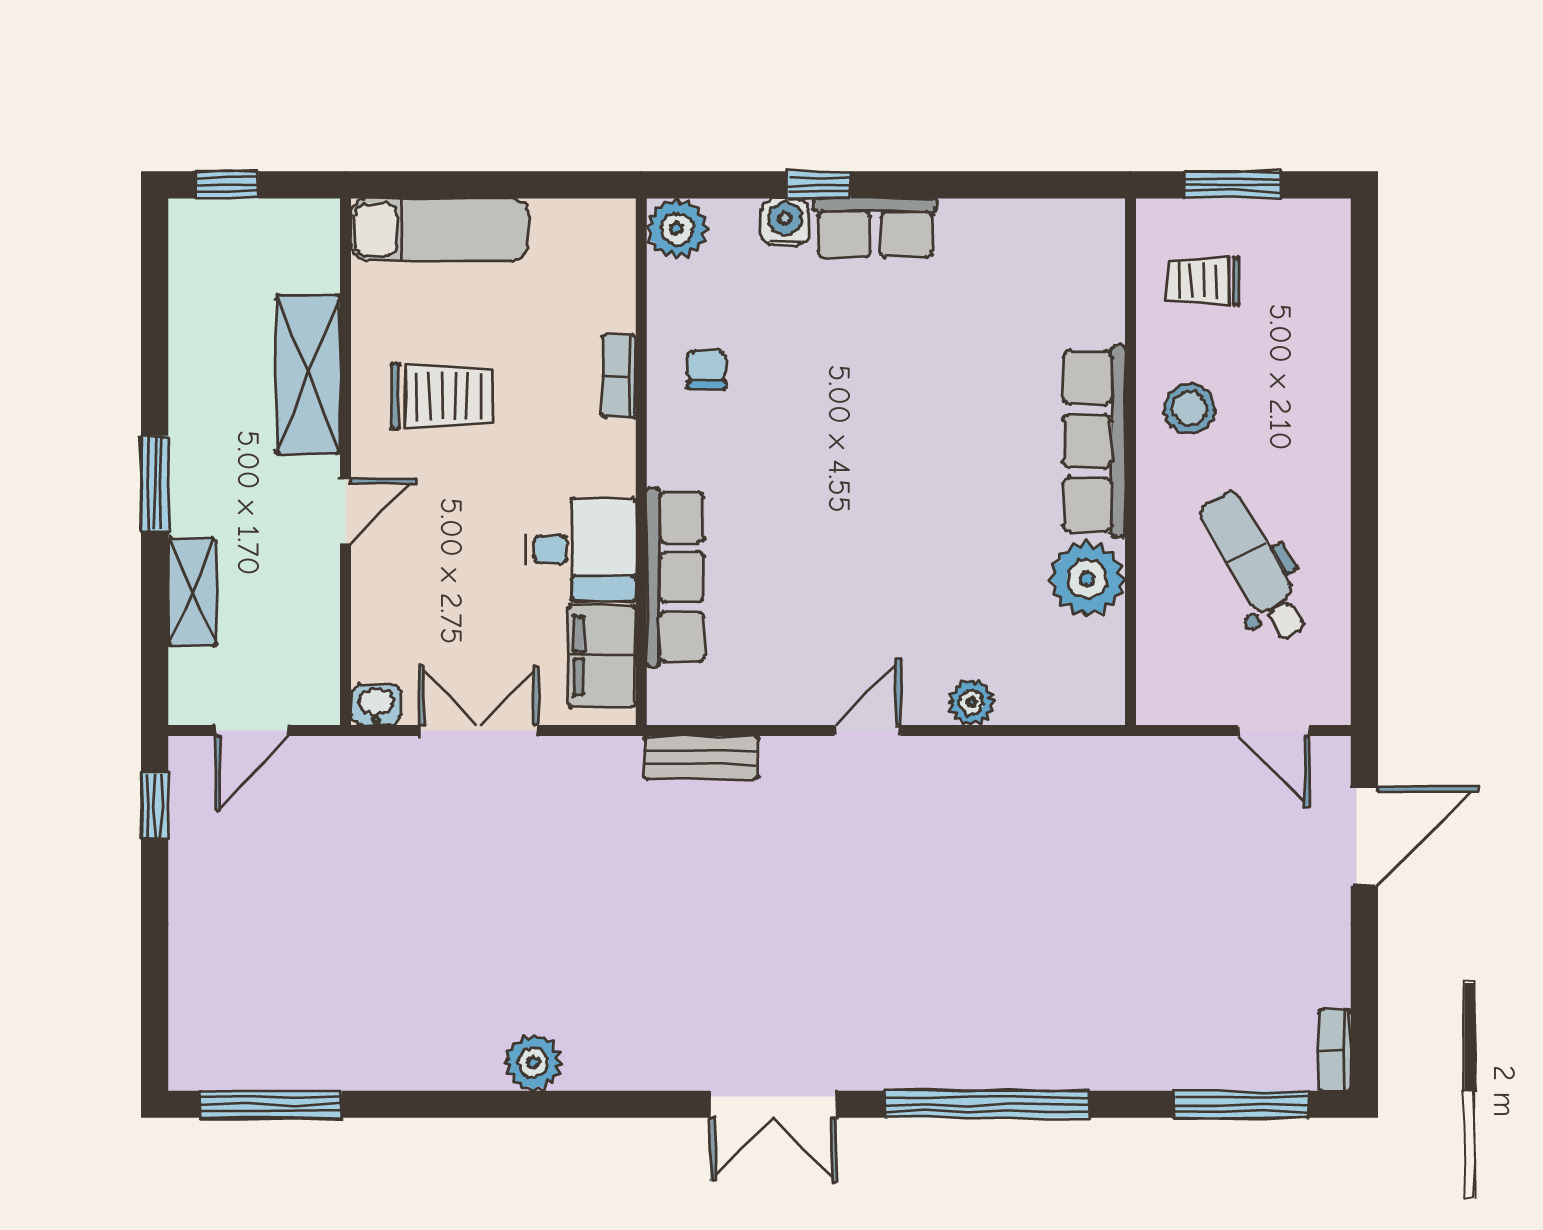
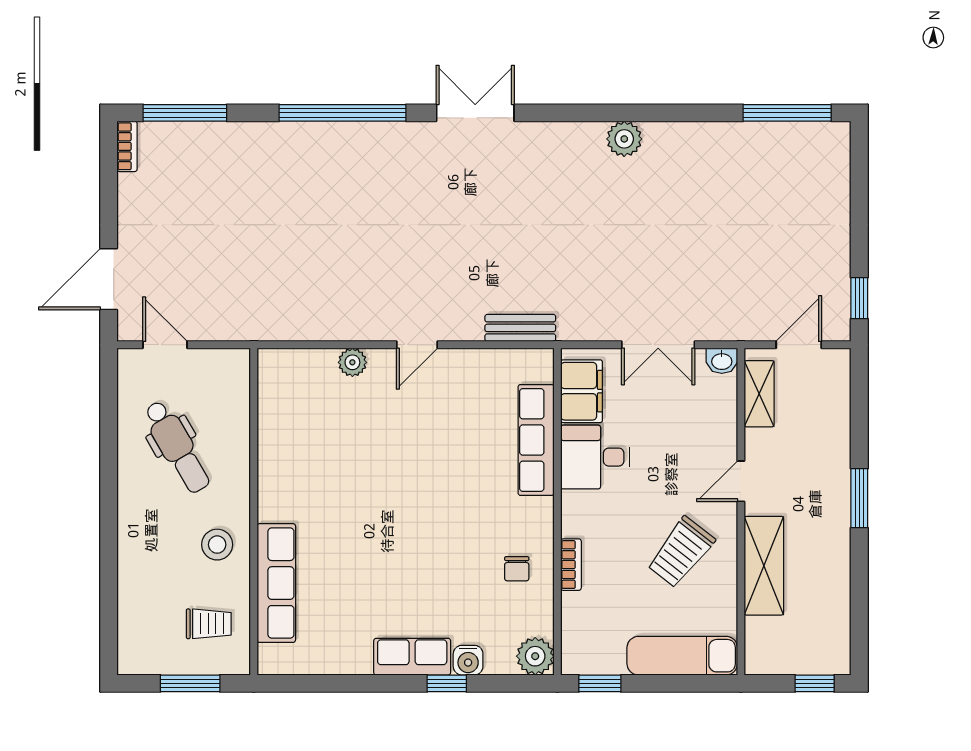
window: (573, 185) -> (600, 683), added
trolley: (442, 396) -> (681, 552), turned -52
row of seats: (1094, 441) -> (276, 583), moved
plant: (1087, 579) -> (280, 439), removed
shelving: (192, 592) -> (759, 394), moved

